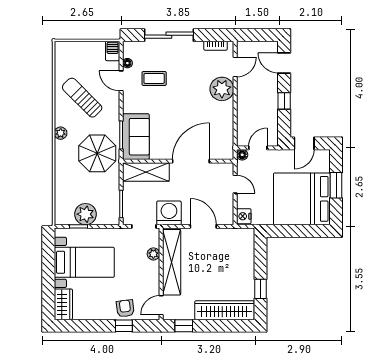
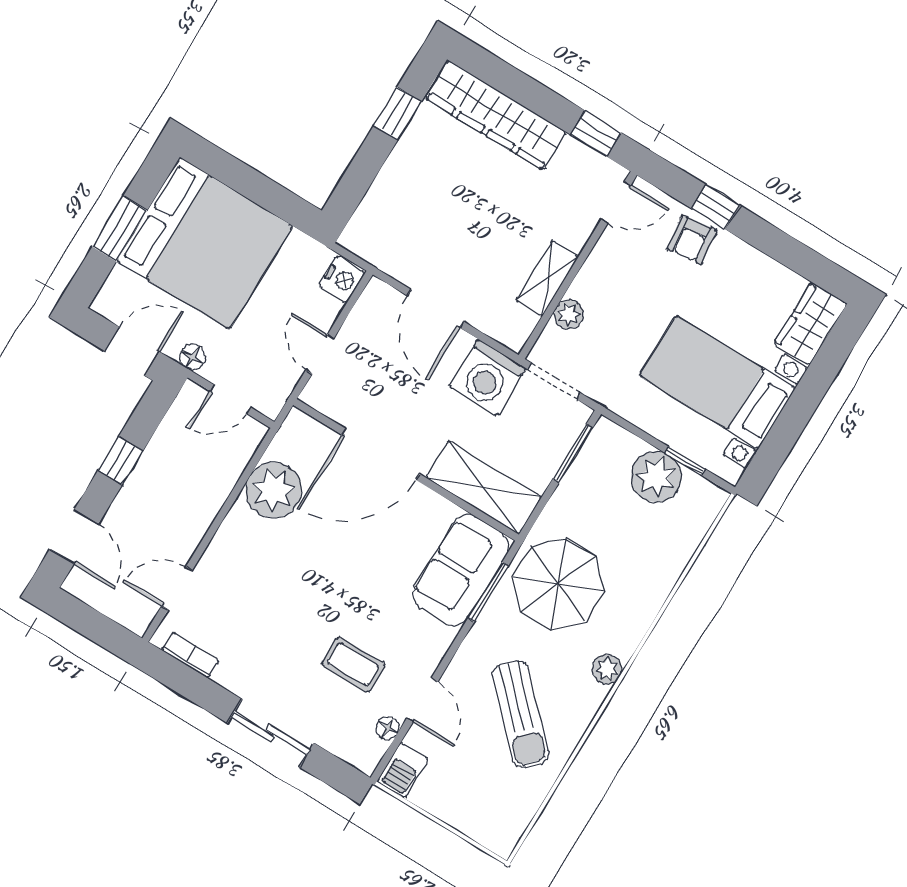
sliding door: (169, 35) -> (271, 733), width x0.73
plant: (222, 89) -> (274, 490), moved
floor lamp: (242, 155) -> (193, 357), moved
shelving: (172, 262) -> (547, 278), width x0.45, depth x0.75

